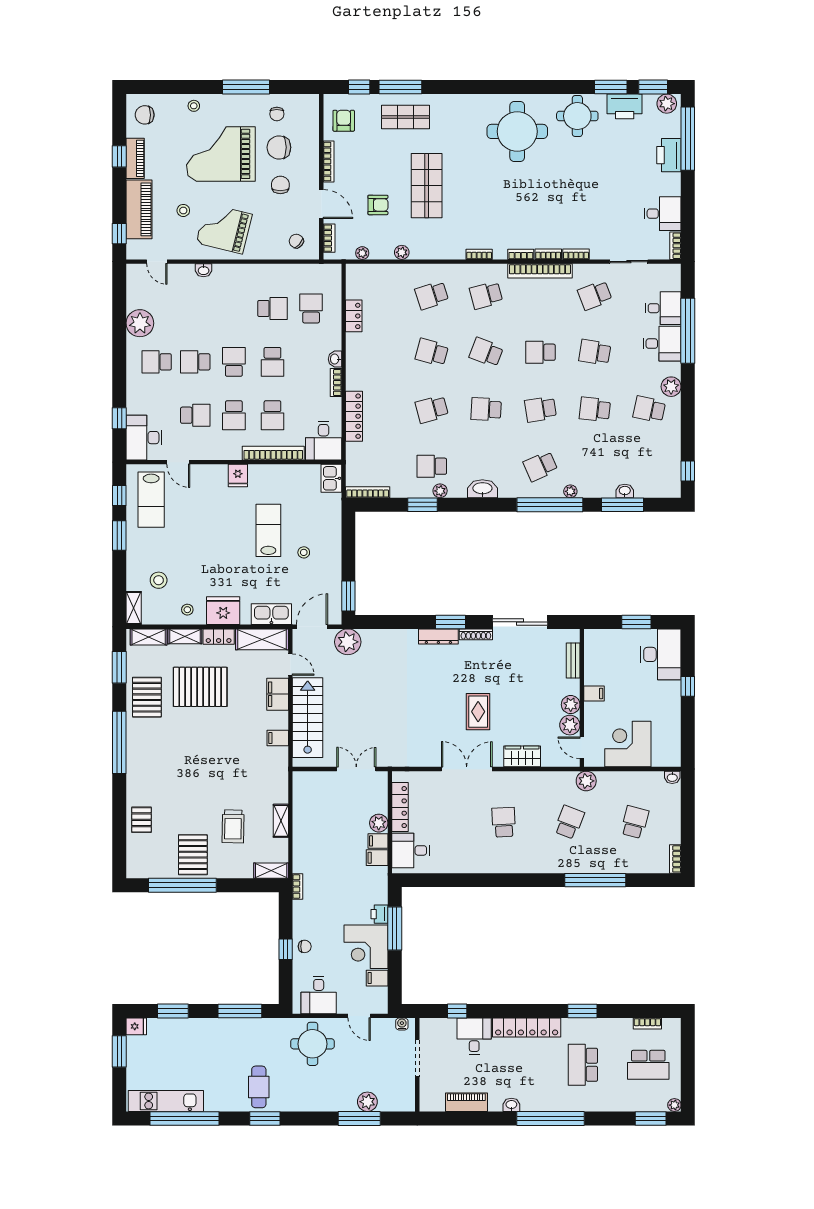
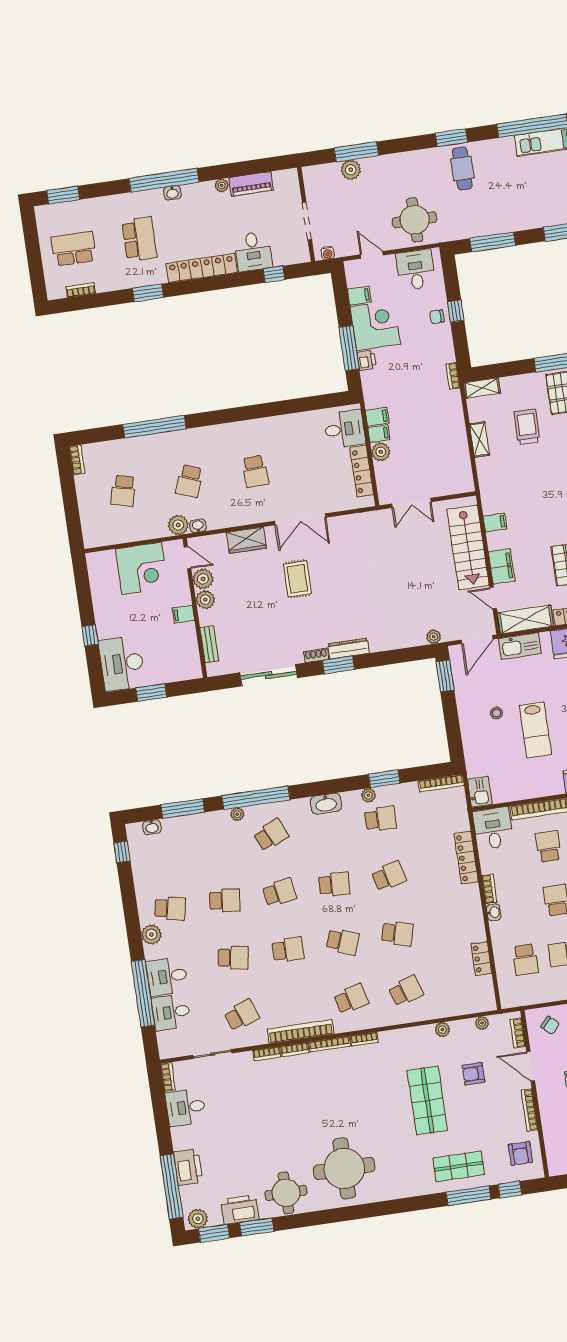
bookcase: (521, 254) -> (330, 1044), width x1.56
washbasin: (625, 491) -> (152, 827), moved
shoe rack: (476, 634) -> (316, 655), width x0.70
plant: (348, 642) -> (434, 637), width x0.53, depth x0.53
washbasin: (672, 777) -> (198, 526), moved
washbasin: (511, 1105) -> (172, 193), moved
plant: (674, 1105) -> (222, 185), moved

